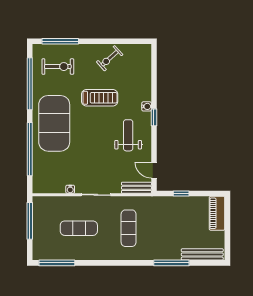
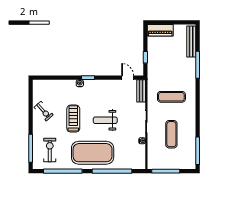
weight bench: (128, 135) -> (105, 120), moved
door: (154, 170) -> (128, 78), swing flipped

